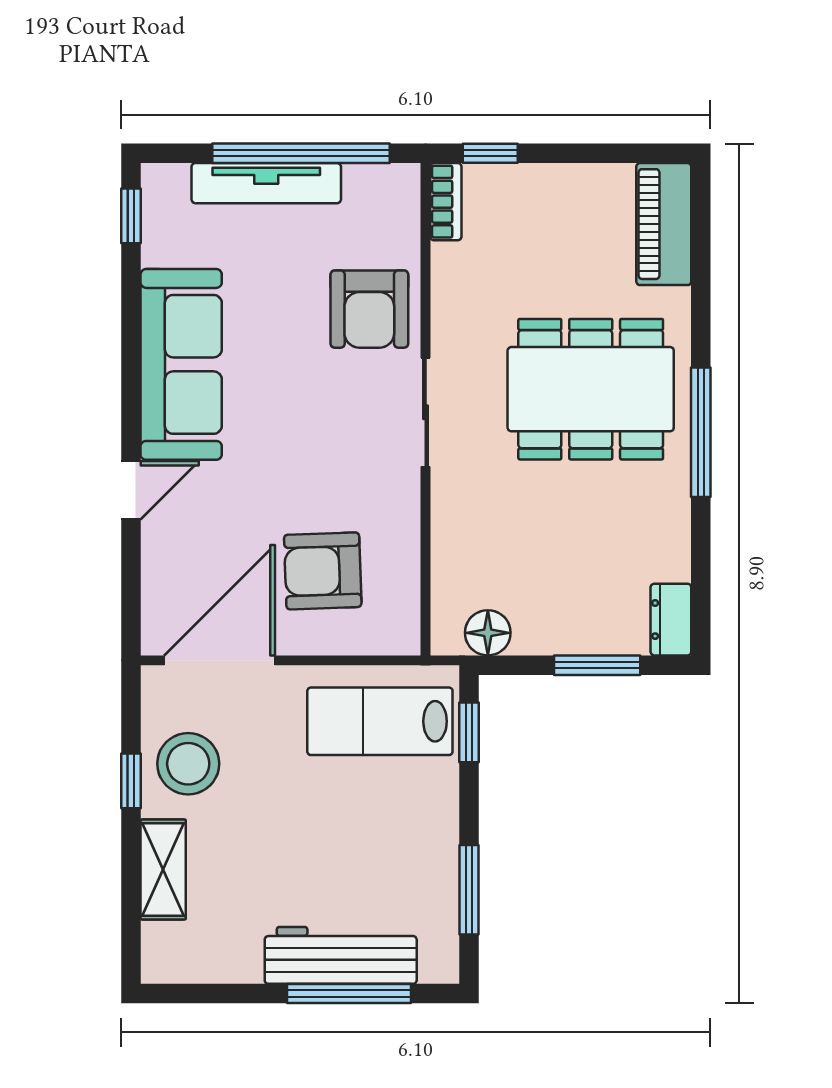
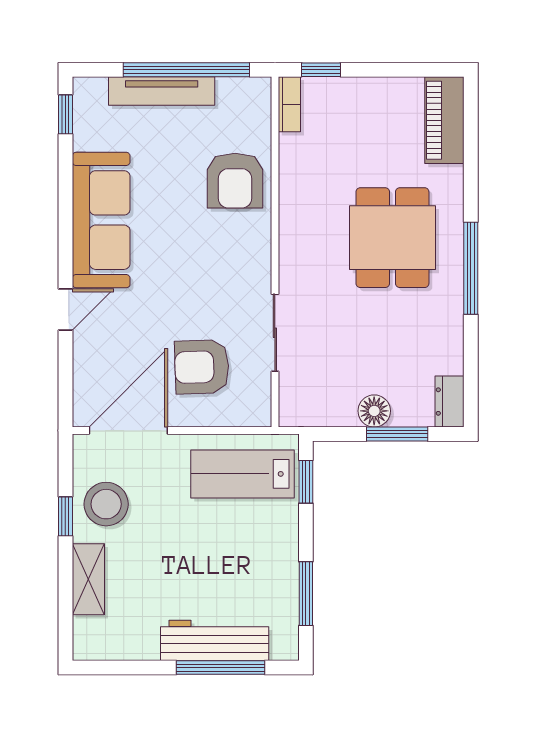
dining table: (591, 389) -> (392, 238), width x0.73
sliding door: (426, 412) -> (275, 333), moved
floor lamp: (488, 633) -> (374, 411), moved

